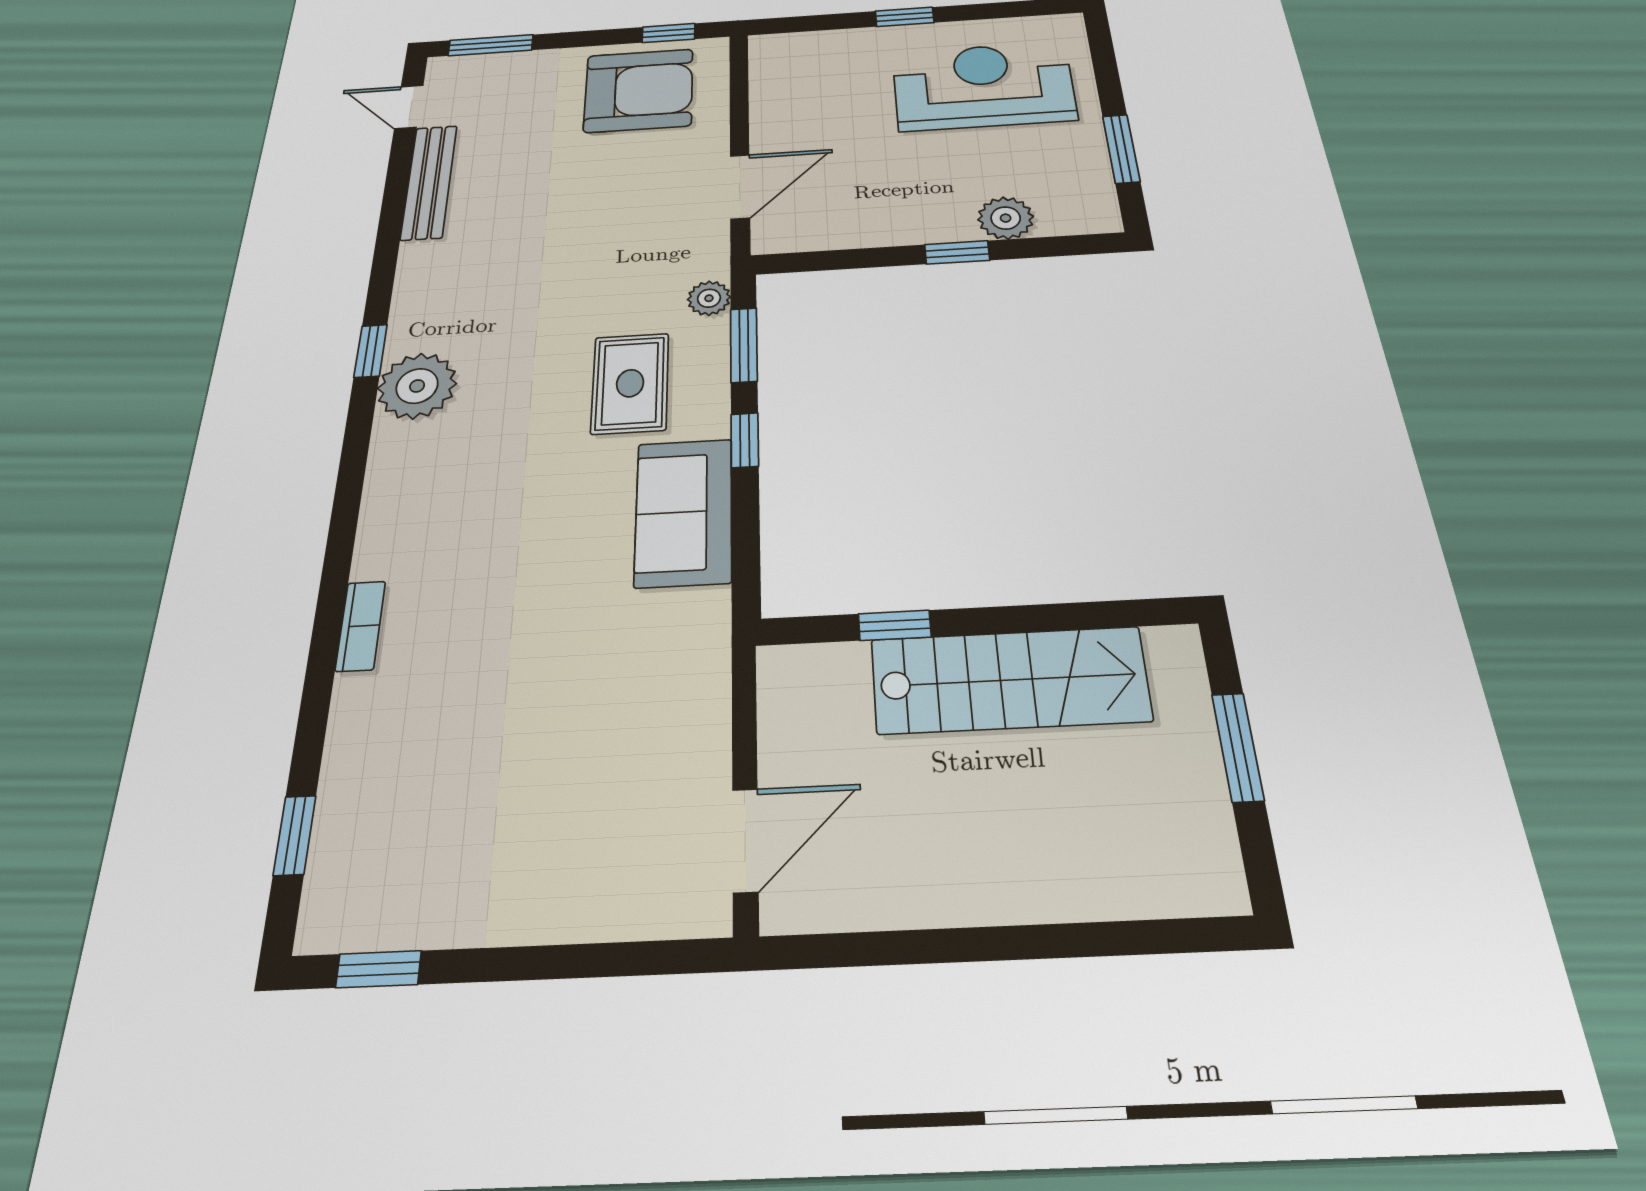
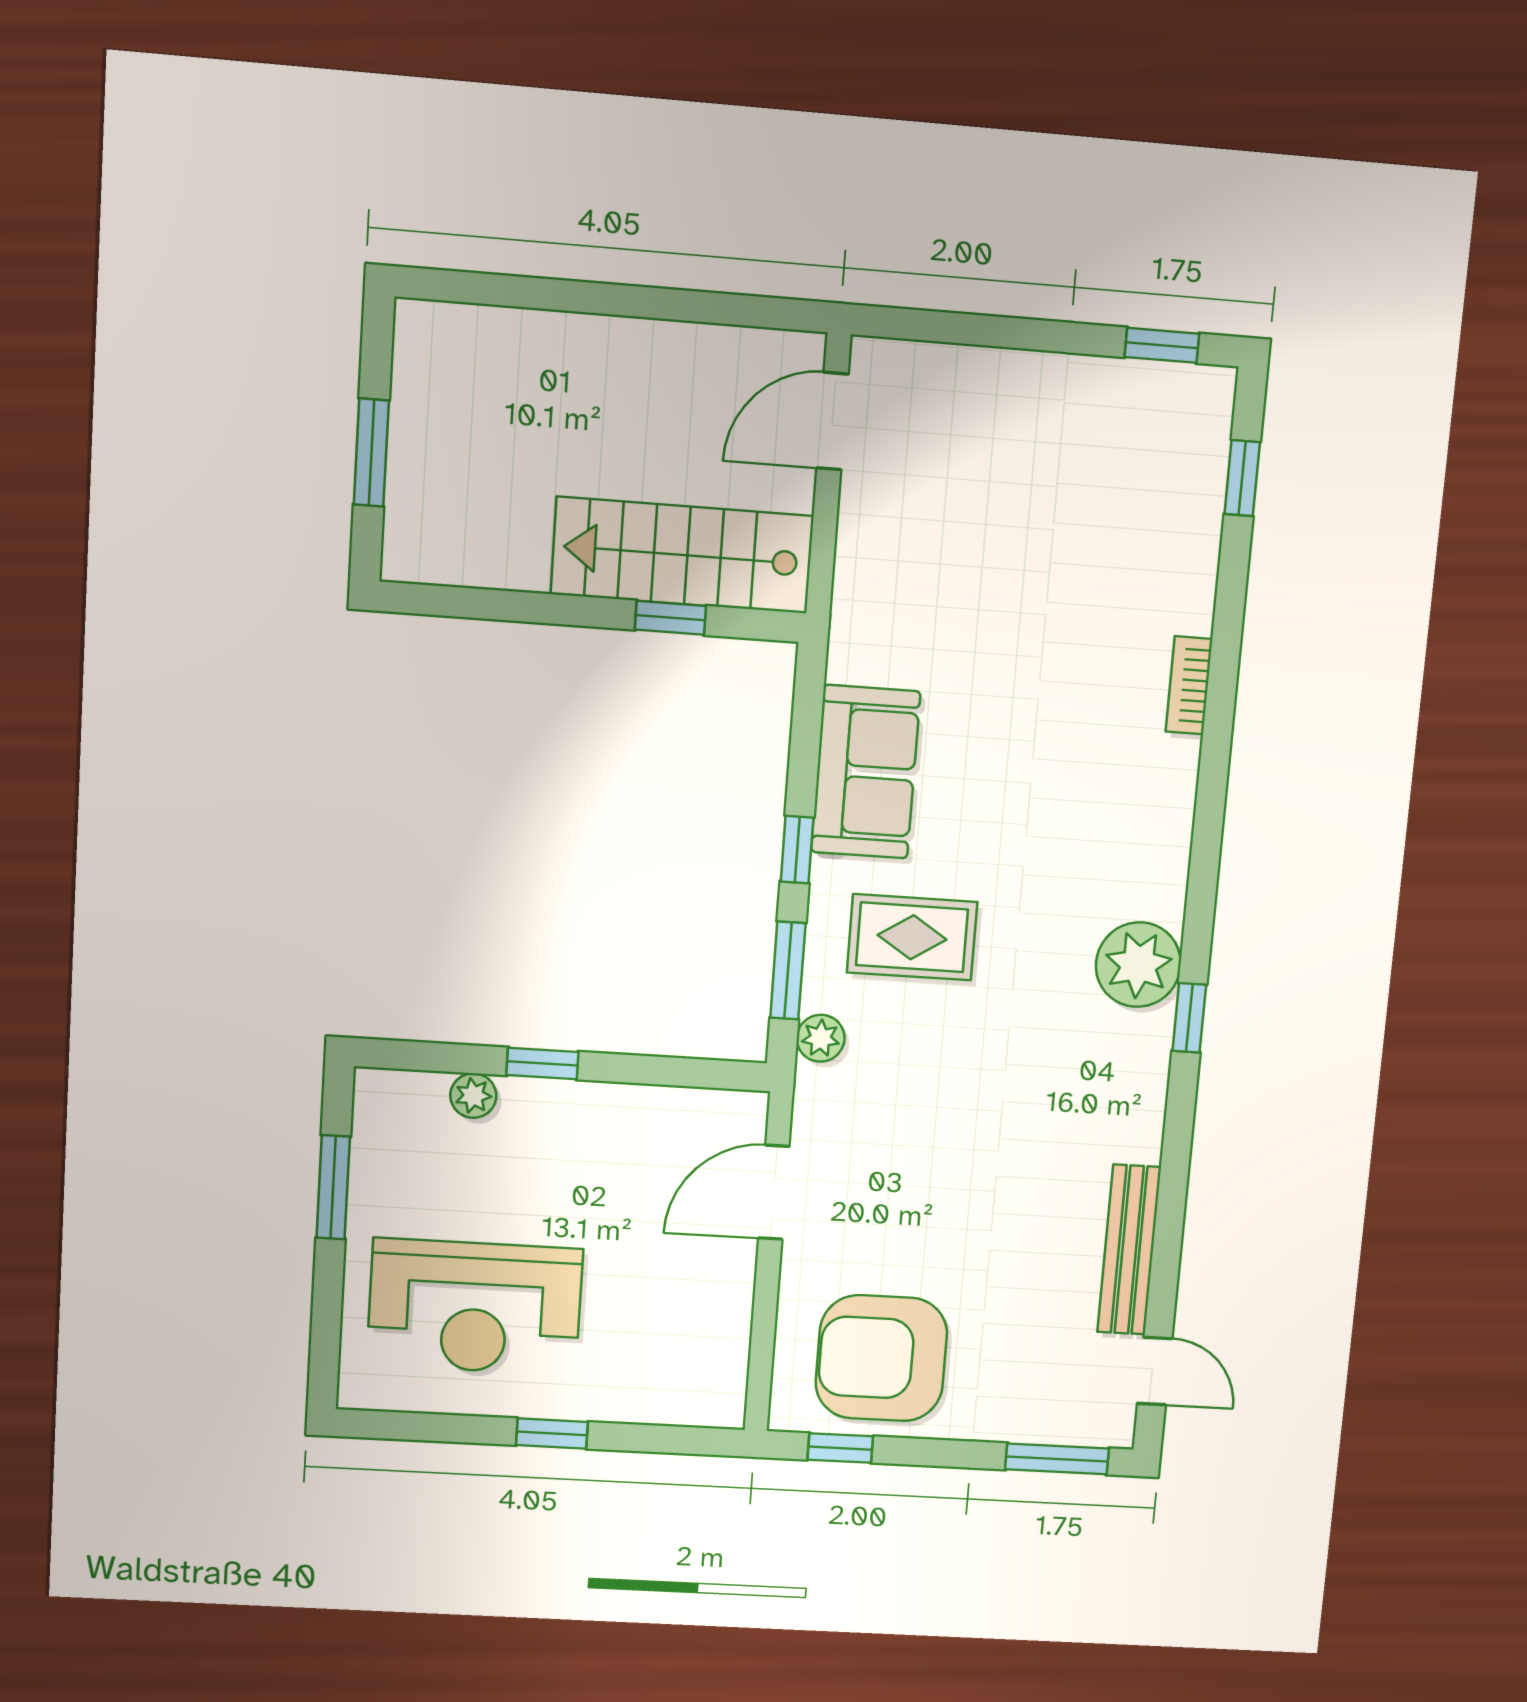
plant: (1006, 218) -> (473, 1096), width x0.73, depth x0.73
rug: (630, 383) -> (912, 937), turned 90
stairs: (1010, 680) -> (682, 555), moved

